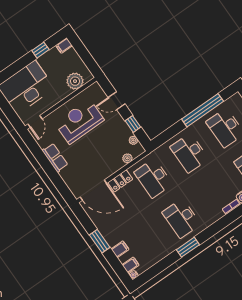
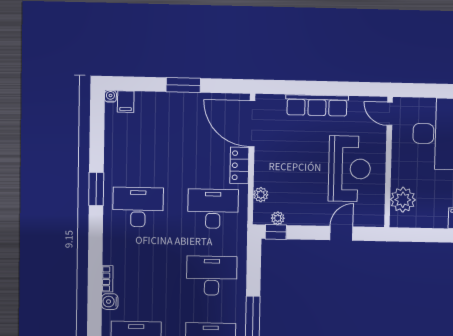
window: (133, 124) -> (276, 232), moved
row of seats: (55, 158) -> (317, 105), width x1.48
door: (93, 190) -> (252, 124), hinge flipped
filing cabinet: (120, 249) -> (155, 103), removed

